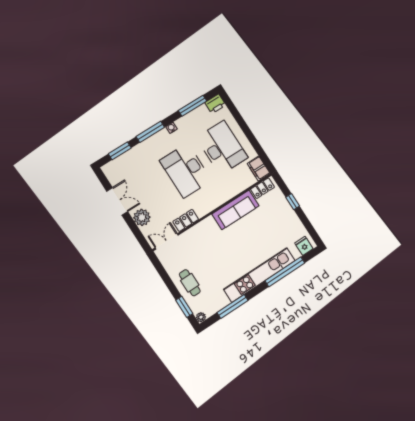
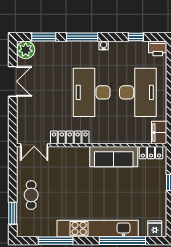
window: (193, 106) -> (136, 37), width x0.46
plant: (142, 217) -> (26, 50), moved
locker: (186, 220) -> (70, 137), width x1.53
double door: (167, 241) -> (34, 145), swing flipped
plant: (201, 317) -> (22, 232), removed

